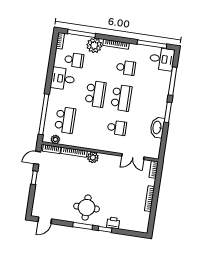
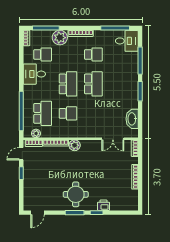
washbasin: (157, 127) -> (132, 119), moved
school desk: (117, 128) -> (68, 113), moved

